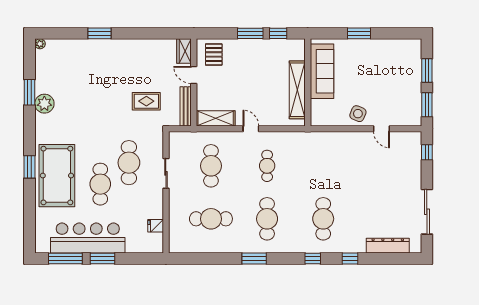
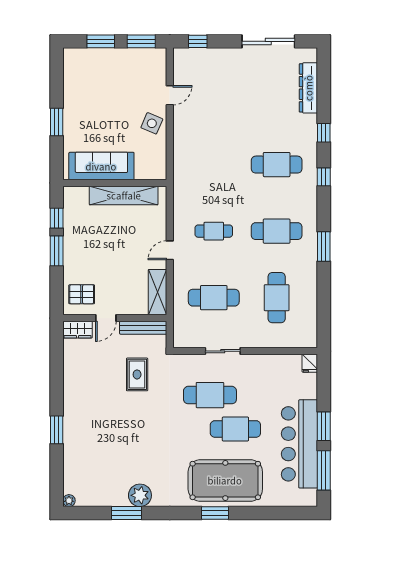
fridge: (156, 226) -> (310, 363), moved

